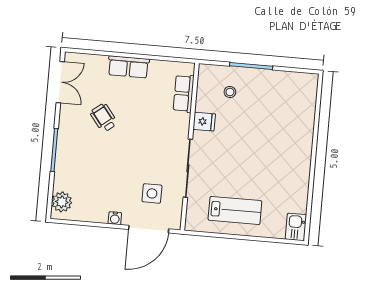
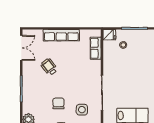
row of seats: (128, 67) -> (61, 35), width x1.48
fridge: (204, 122) -> (109, 35), moved
chair: (114, 180) -> (58, 103), added

